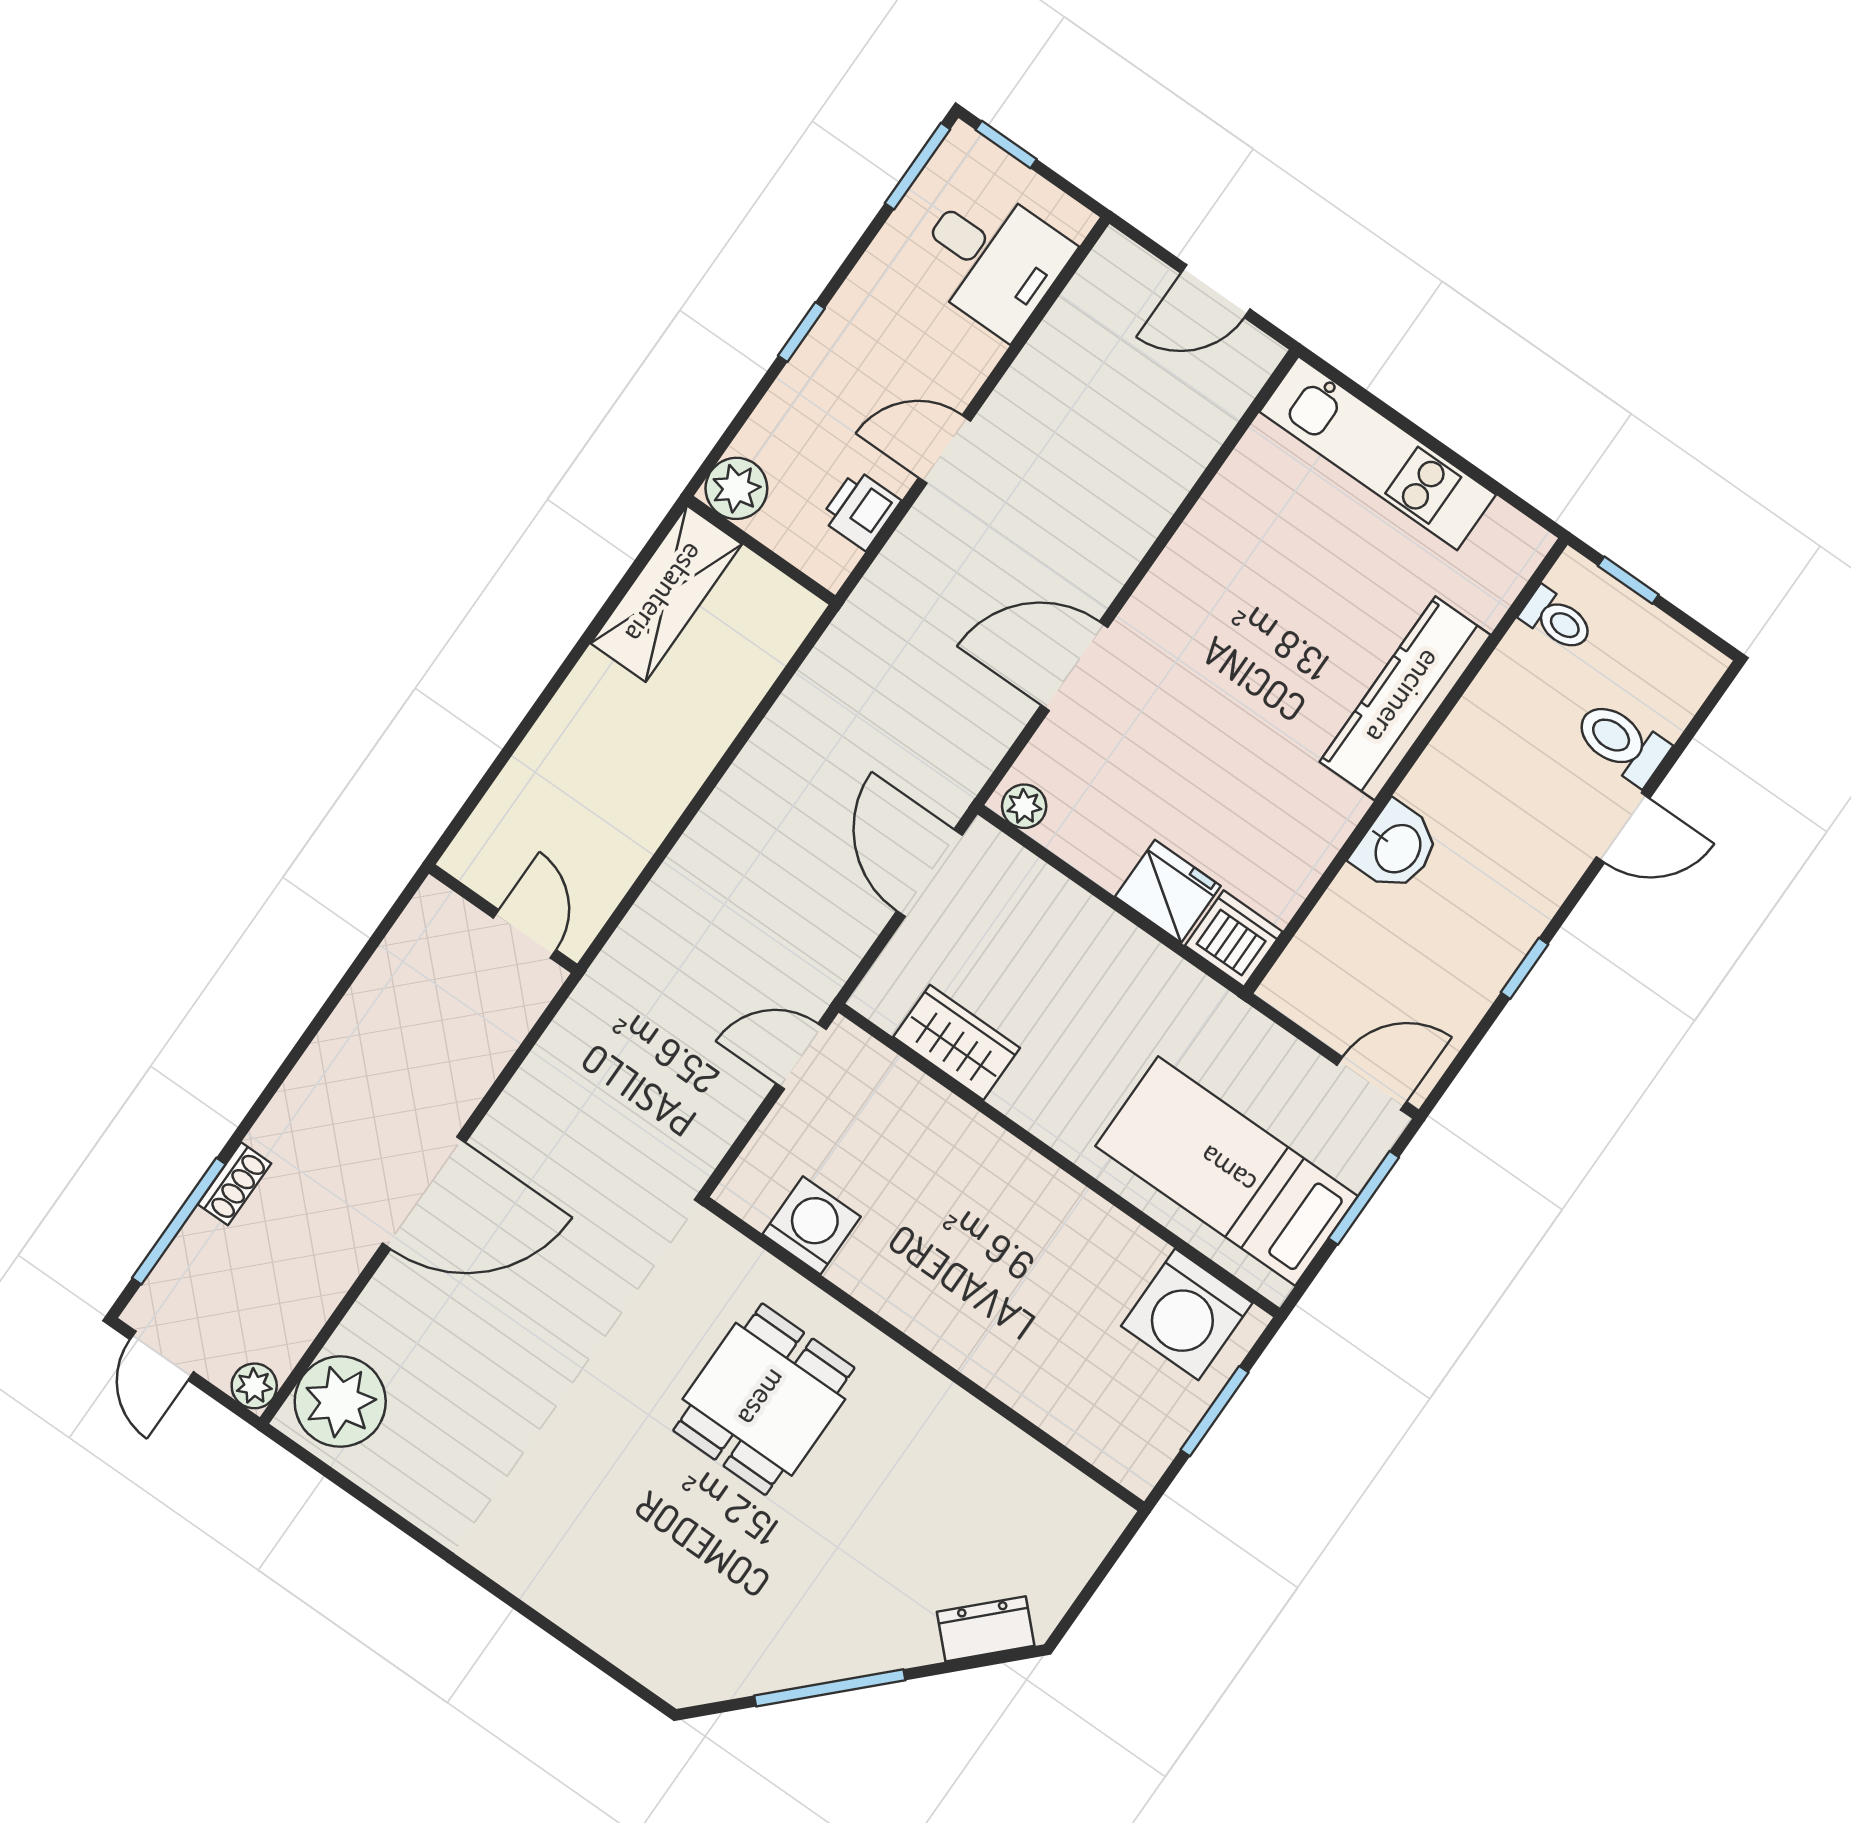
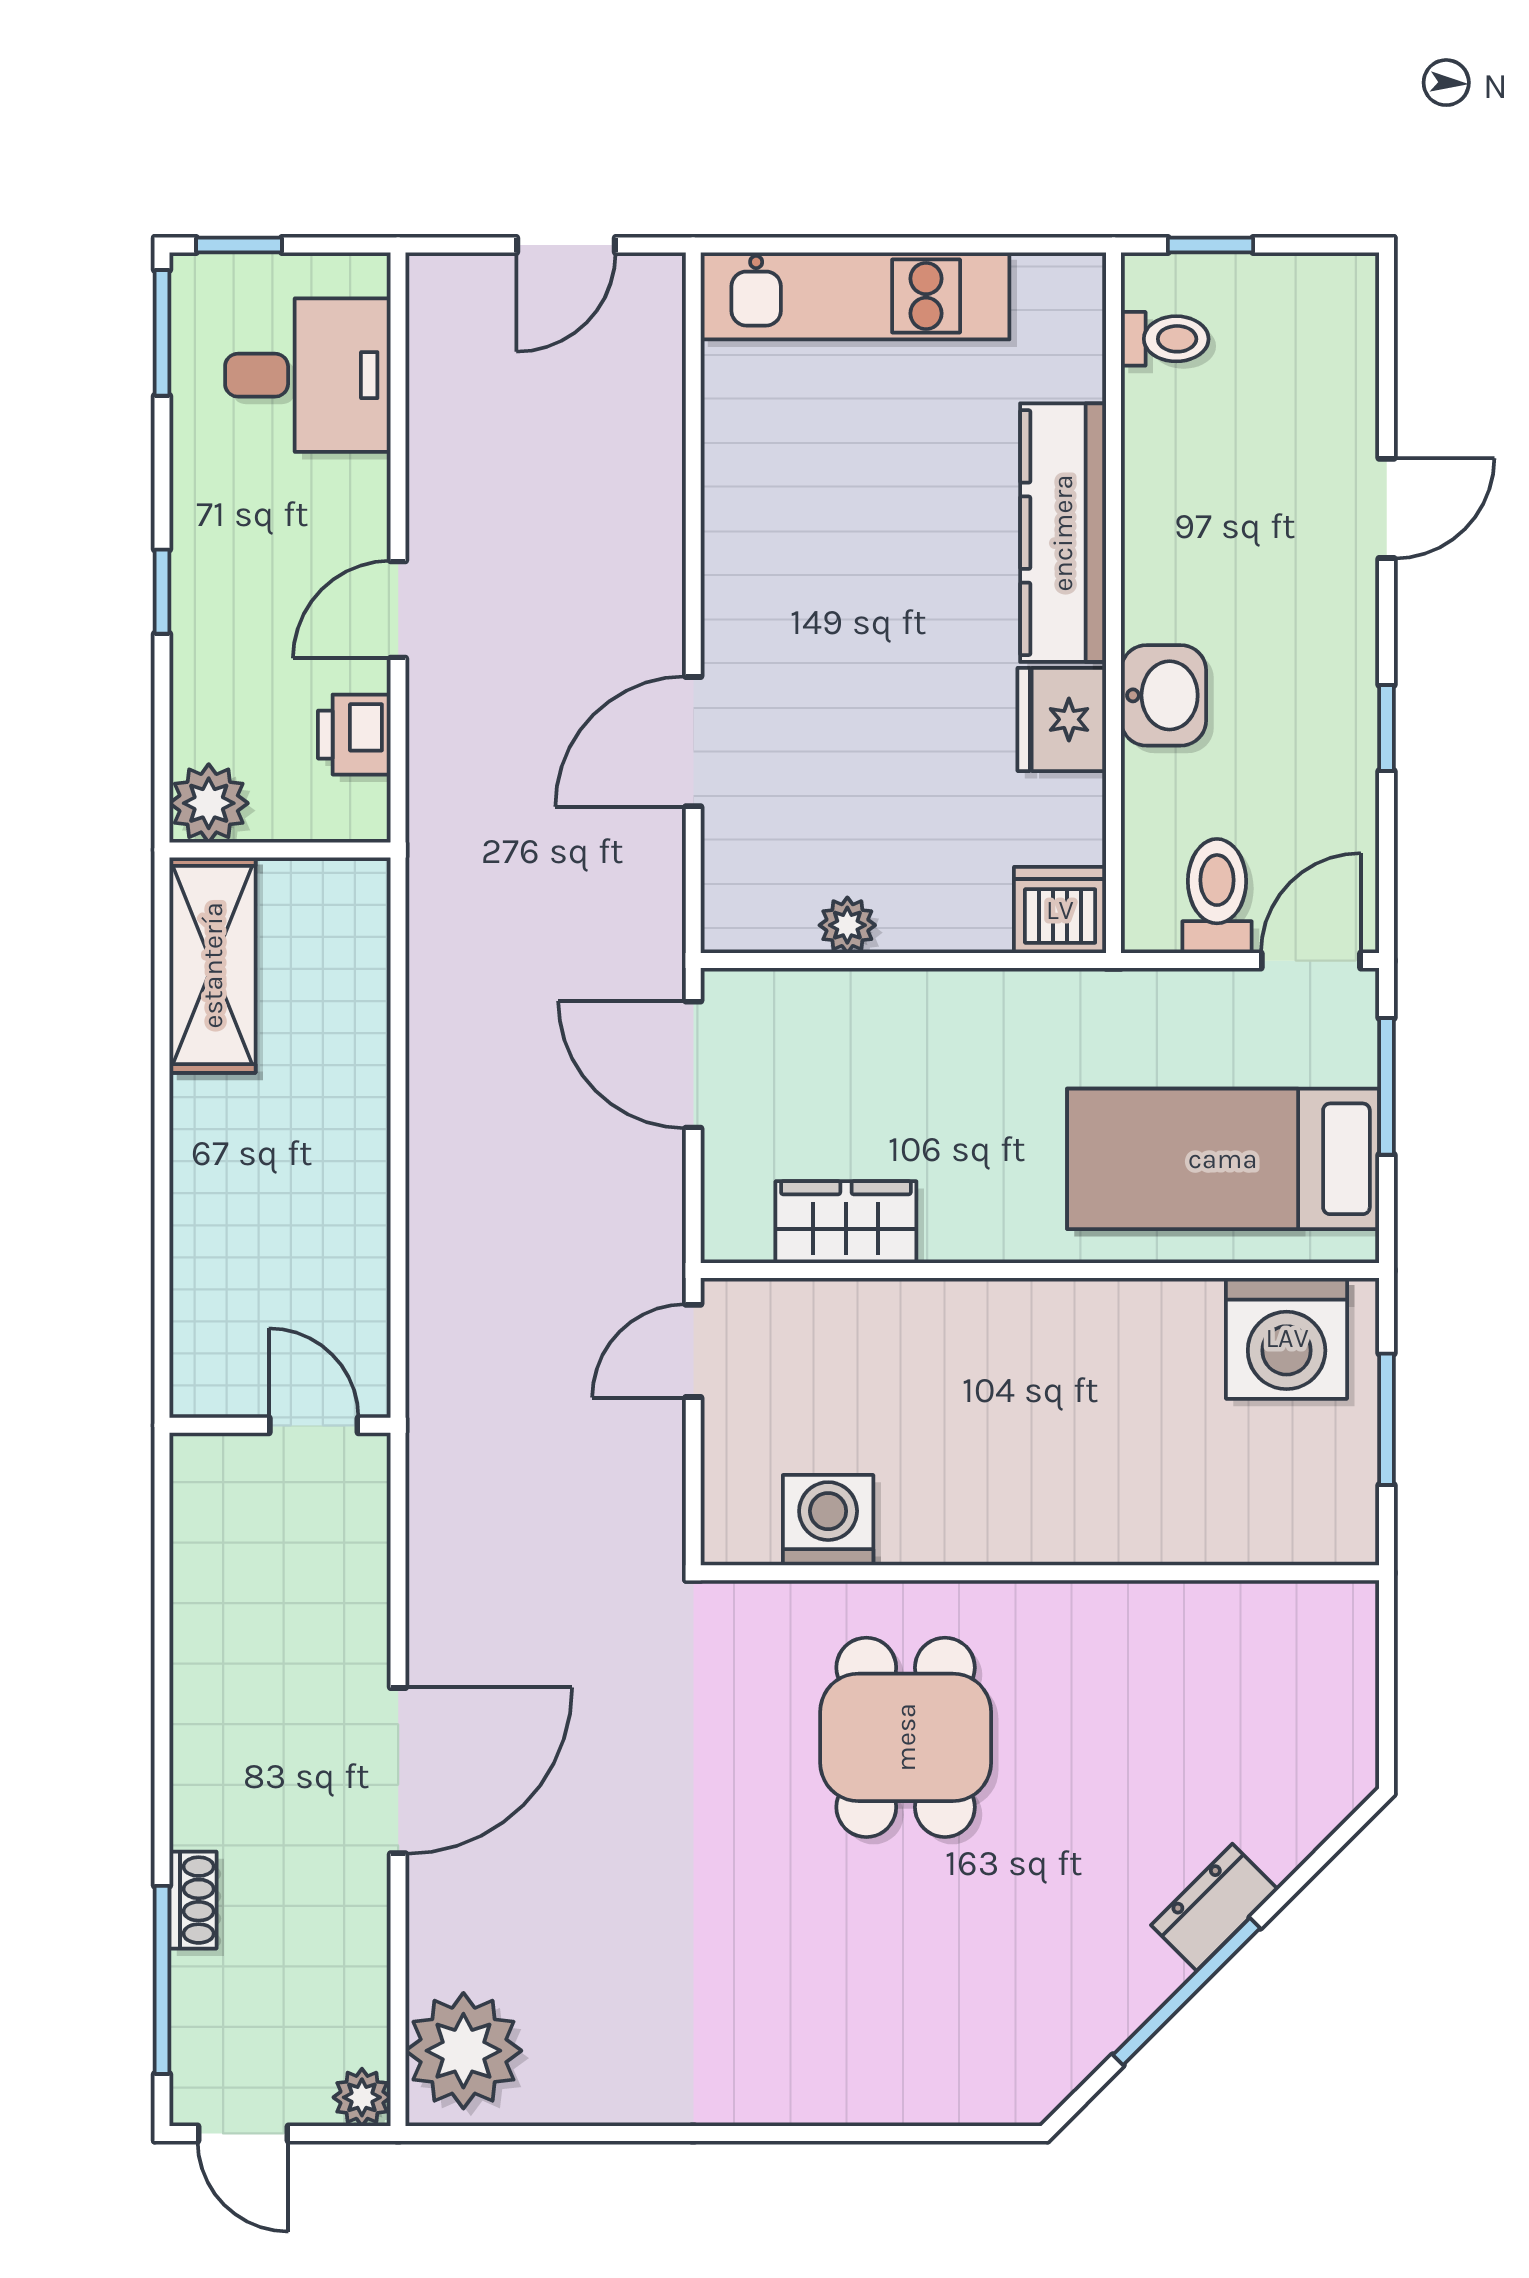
toilet: (1621, 742) -> (1217, 896), moved, turned 90
plant: (1024, 806) -> (847, 925), moved
fridge: (1168, 891) -> (1062, 719), moved, turned -90
dresser: (986, 1629) -> (1214, 1907), moved

